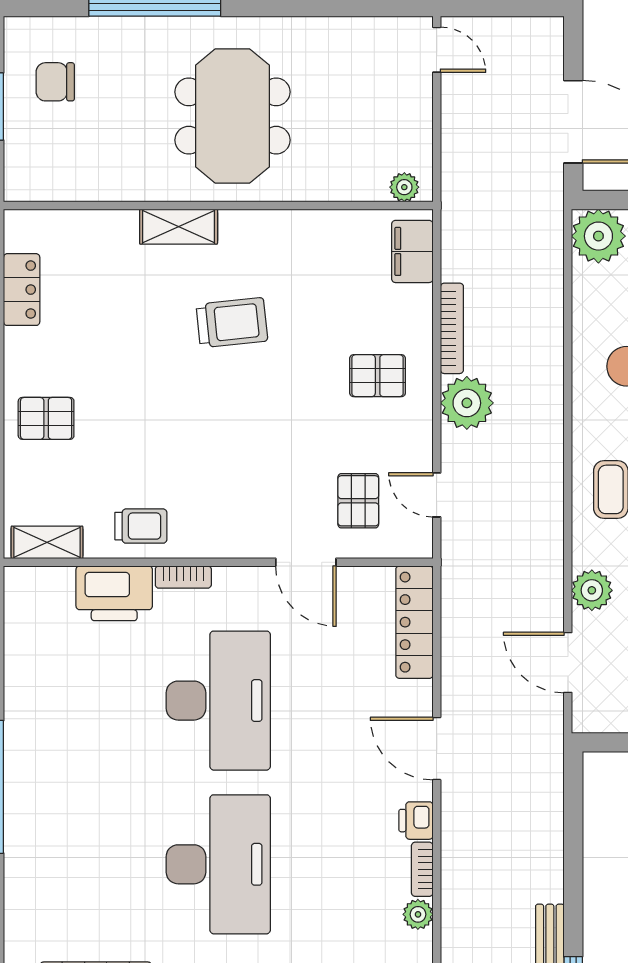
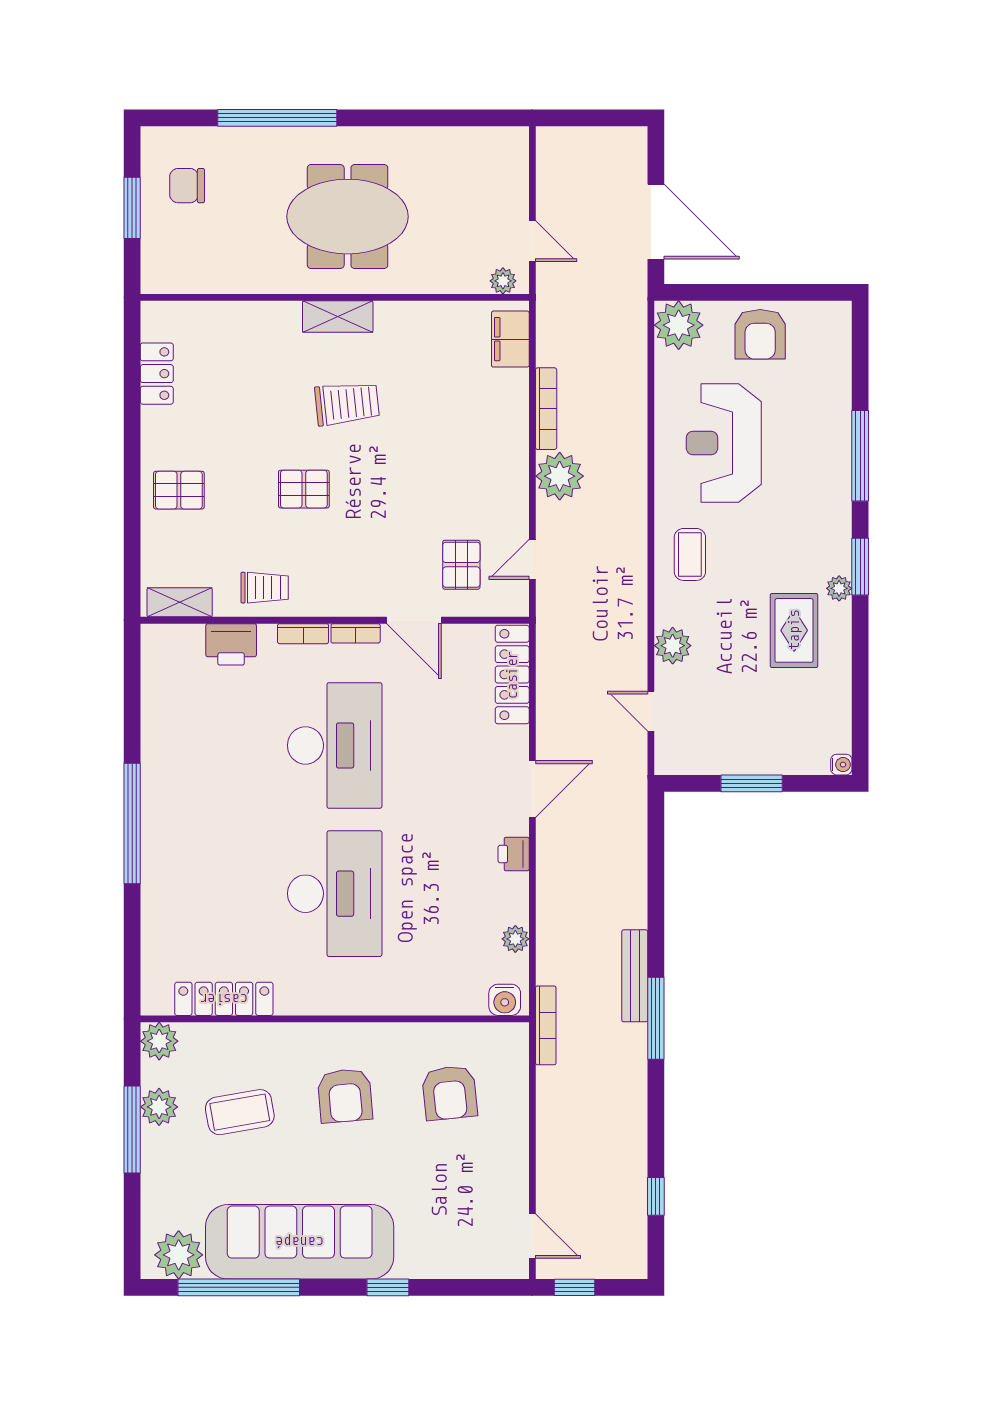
door: (437, 50) -> (532, 241), moved
meeting table: (232, 116) -> (348, 217), turned 90
shelving: (179, 227) -> (338, 317), moved
pallet: (378, 376) -> (304, 489), moved
door: (437, 495) -> (532, 559), hinge flipped
printer: (114, 593) -> (231, 644), width x0.73, depth x0.84
door: (568, 663) -> (651, 711), width x0.73
door: (437, 749) -> (532, 789), swing flipped
bookcase: (422, 869) -> (356, 633), moved, turned -90

